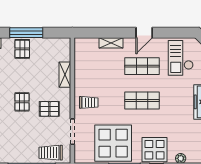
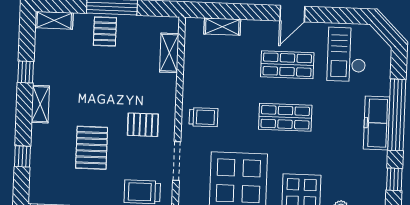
shelving: (111, 43) -> (222, 27), moved
shelving: (65, 75) -> (169, 53), moved
pallet: (22, 102) -> (92, 148), moved, width x1.50, depth x1.42

